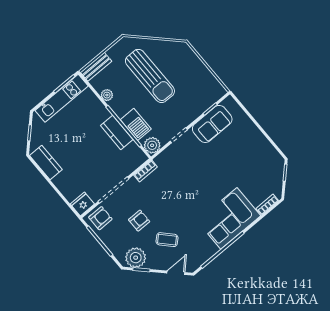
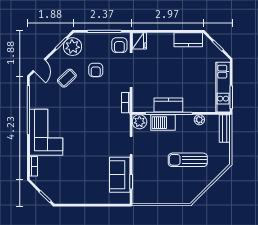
sun lounger: (150, 76) -> (188, 160), width x0.73, depth x0.75

